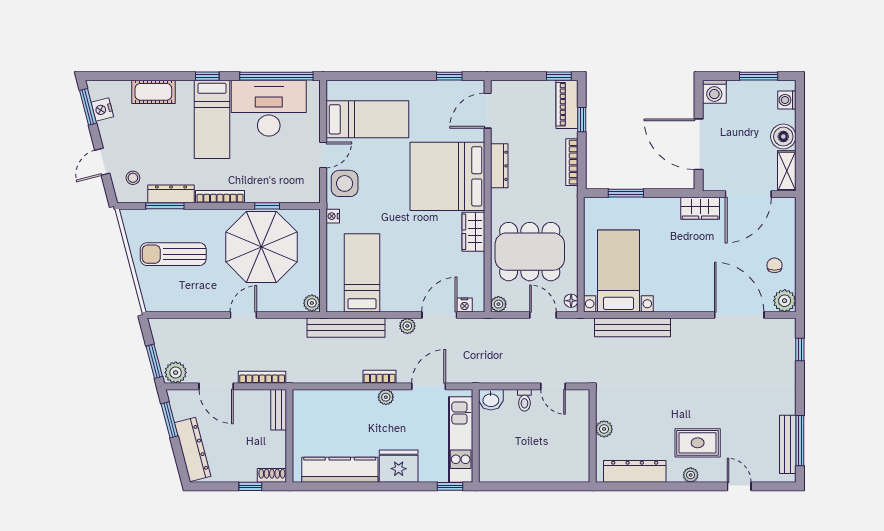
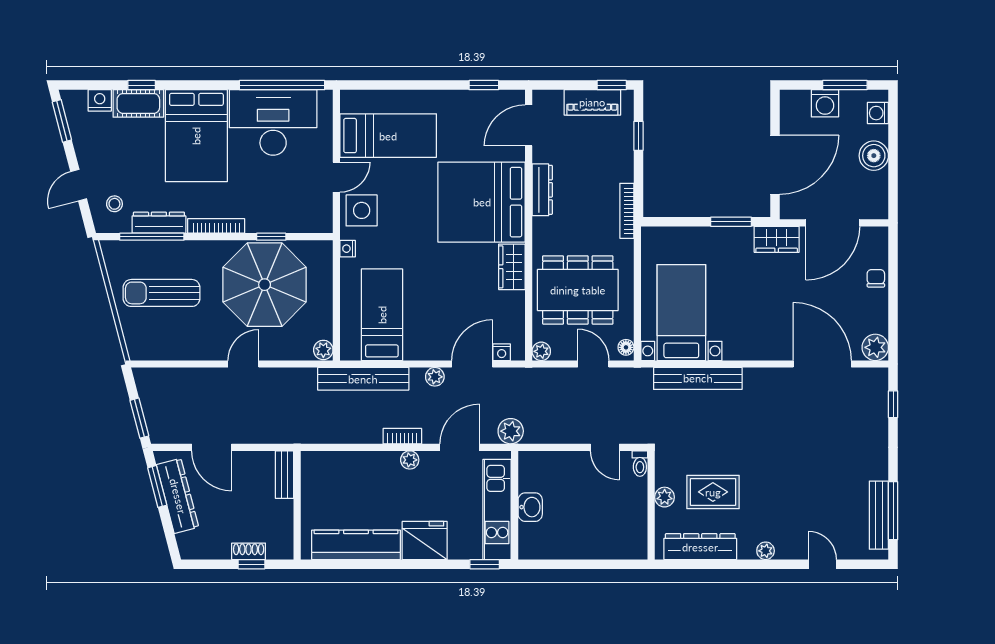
window: (207, 76) -> (142, 85), moved
washing machine: (714, 92) -> (825, 103), moved
piano: (567, 104) -> (592, 102), moved, turned -90
nightstand: (102, 110) -> (100, 100), moved, turned 105
bed: (212, 119) -> (196, 136), width x1.50
door: (699, 144) -> (775, 165), swing flipped
bookcase: (572, 162) -> (627, 211), moved
shelving: (787, 171) -> (878, 196), removed
window: (626, 193) -> (731, 222), moved
window: (165, 206) -> (152, 237), width x1.44
chair: (775, 265) -> (876, 278), moved
plant: (176, 373) -> (511, 431), moved
bookcase: (262, 377) -> (265, 437), removed
washbasin: (491, 400) -> (530, 507), moved, turned -90
toilet: (524, 400) -> (640, 464), moved
rug: (698, 443) -> (713, 492), moved
dresser: (193, 450) -> (178, 496), moved
shoe rack: (272, 475) -> (249, 551), moved

